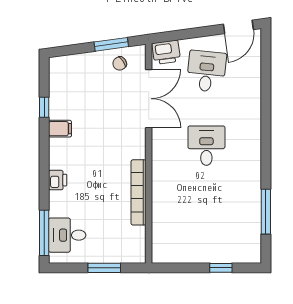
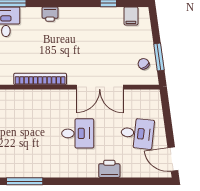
printer: (166, 52) -> (109, 169), moved, turned 98
double door: (149, 99) -> (100, 87), moved
filing cabinet: (60, 129) -> (131, 16), moved

